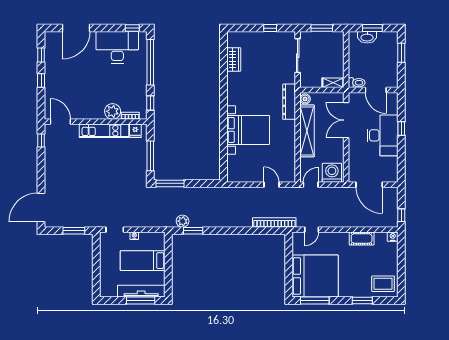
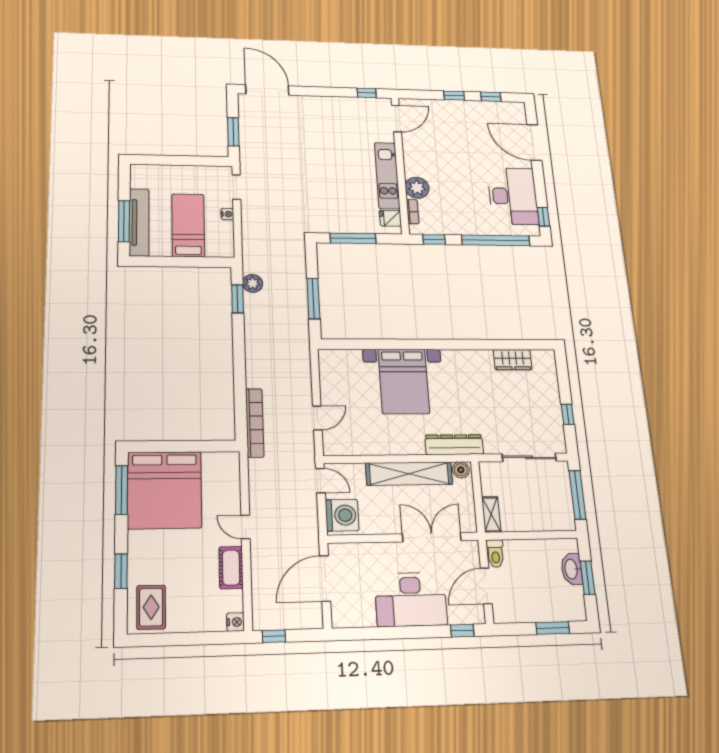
window: (322, 28) -> (577, 495), width x1.44
window: (401, 129) -> (462, 631), moved
window: (170, 183) -> (313, 299), moved
door: (312, 230) -> (245, 527), moved

